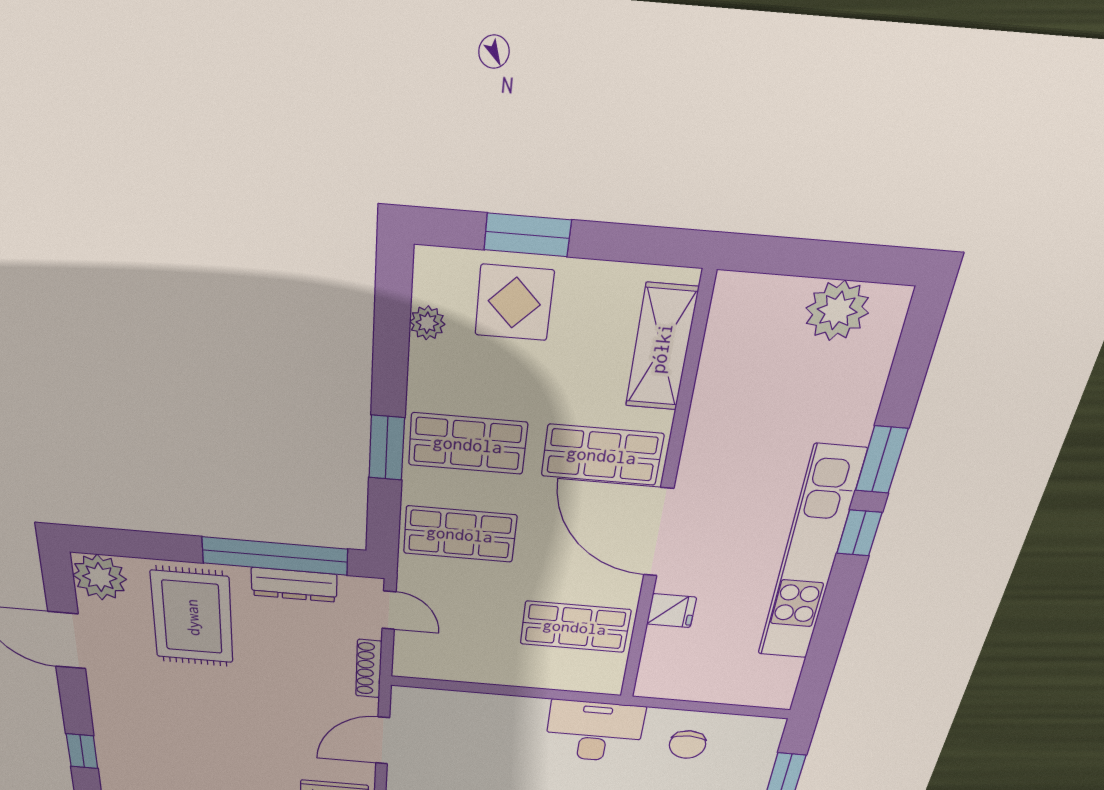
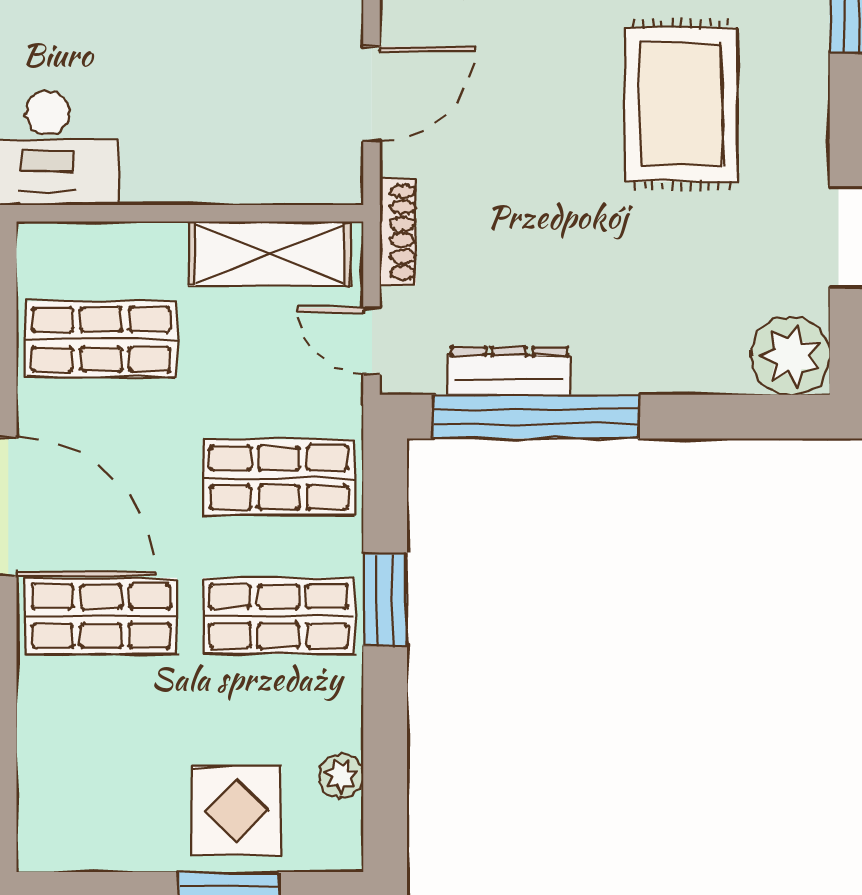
shelving: (661, 348) -> (270, 254), moved, turned 90
rug: (192, 617) -> (681, 105), moved

